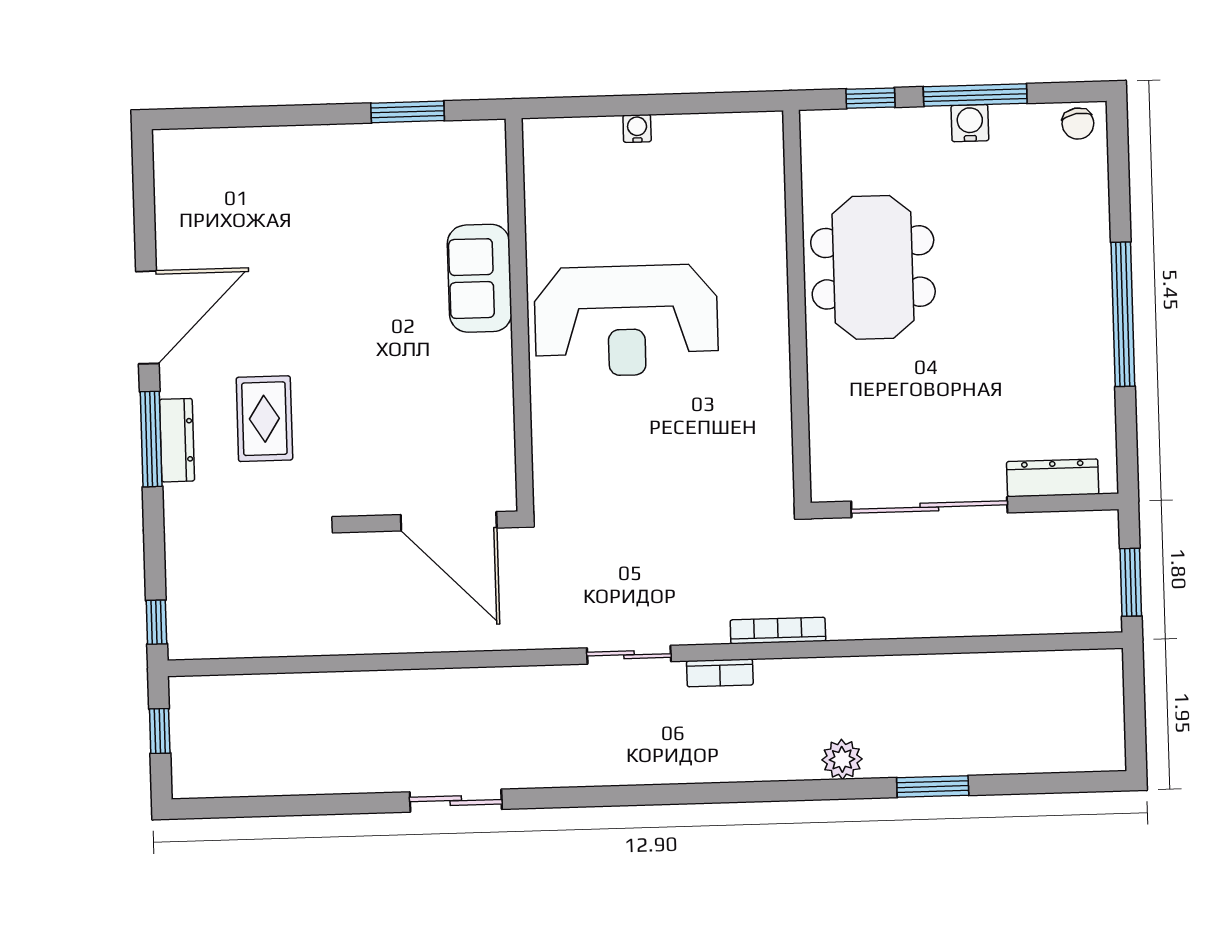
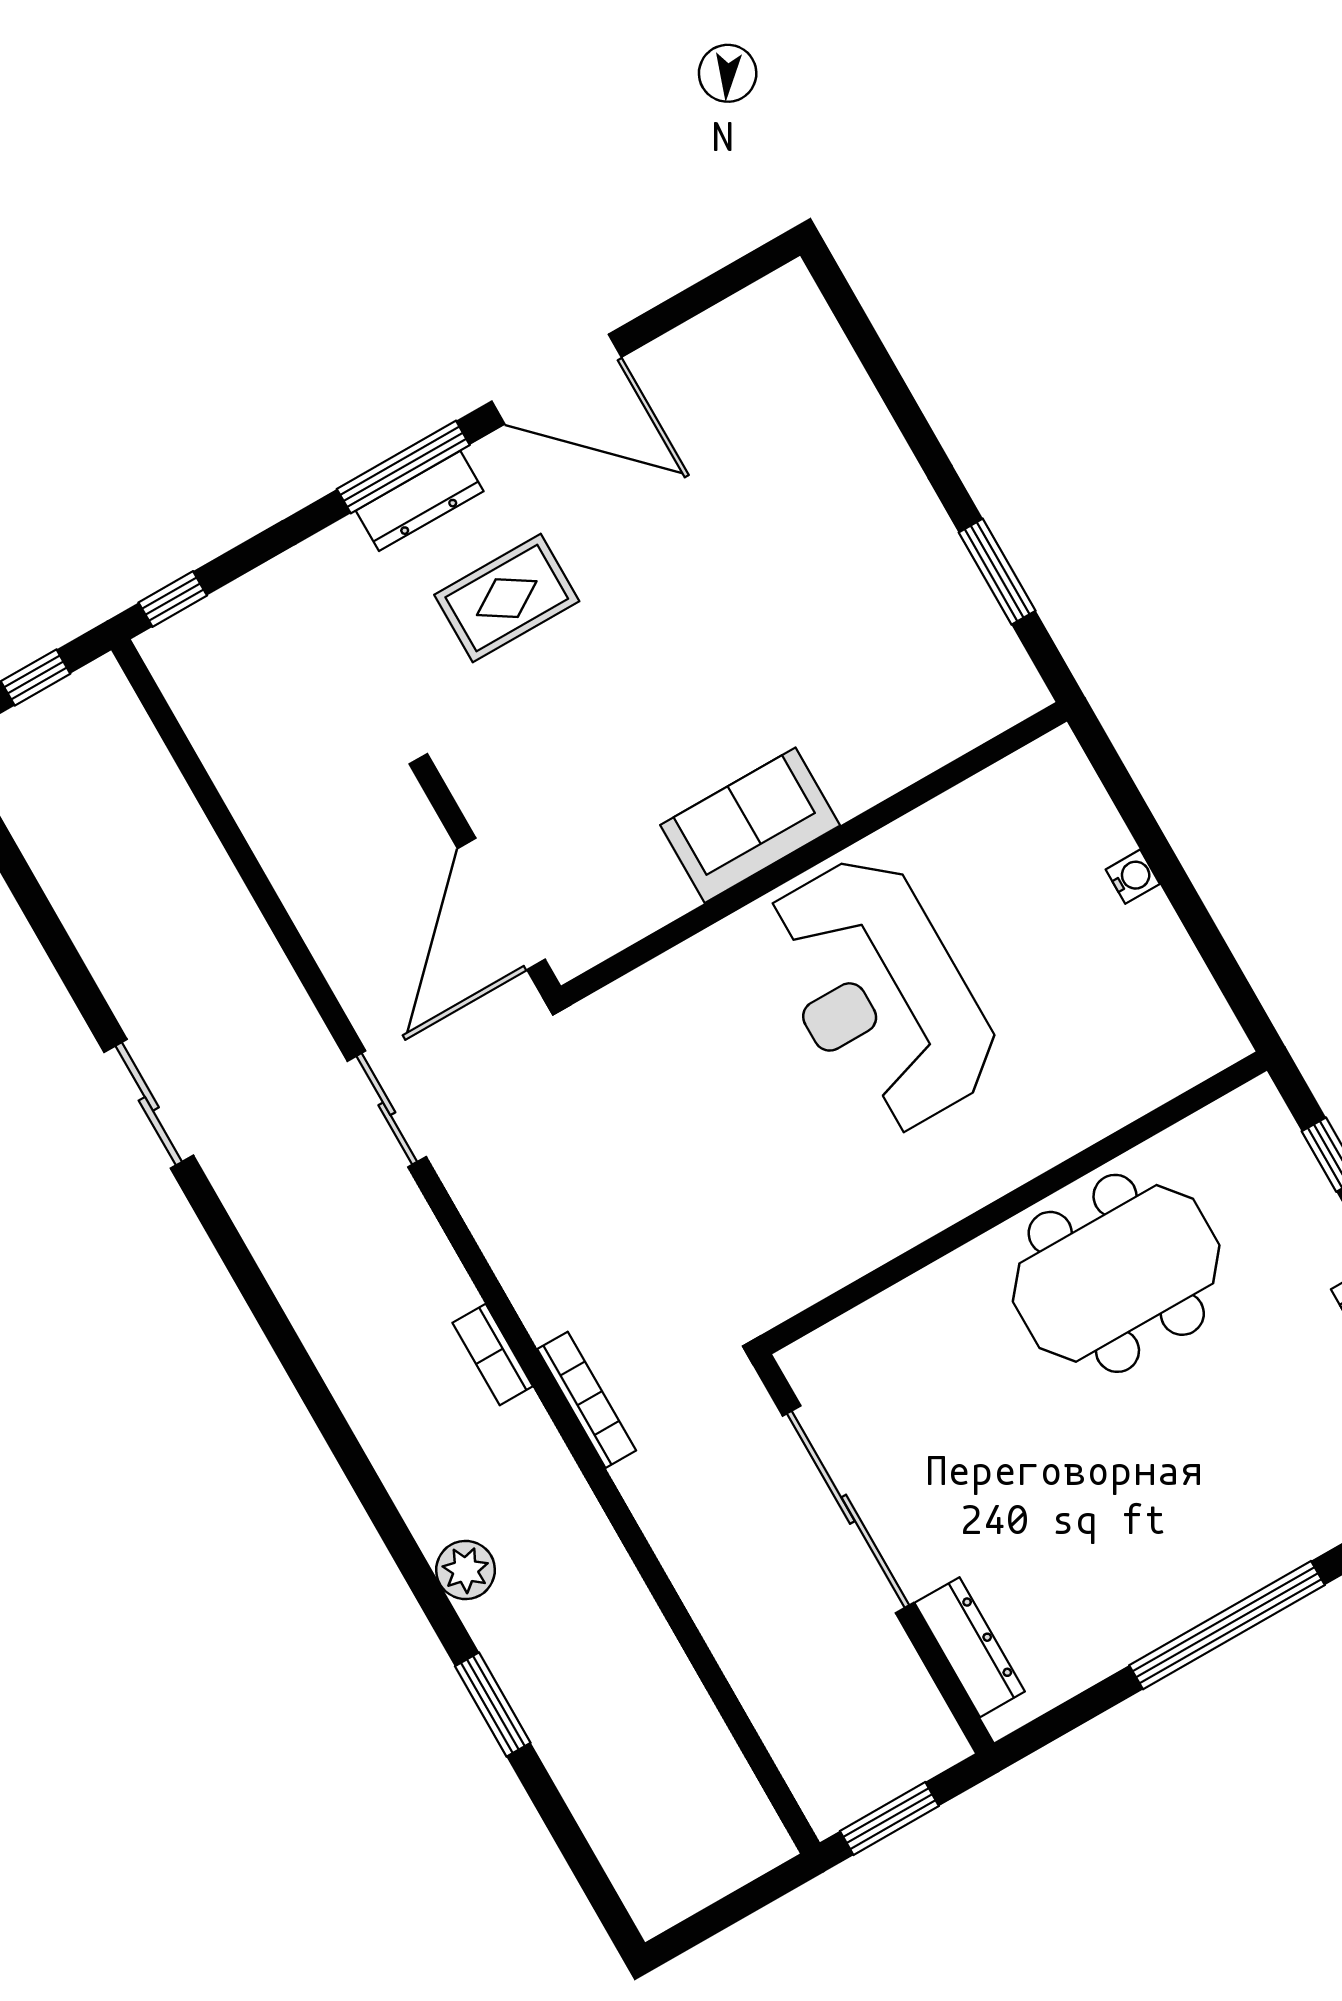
sofa: (480, 278) -> (750, 825), moved
sliding door: (629, 655) -> (387, 1109), moved

